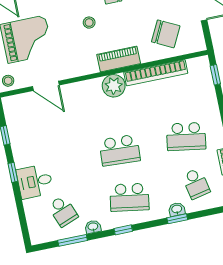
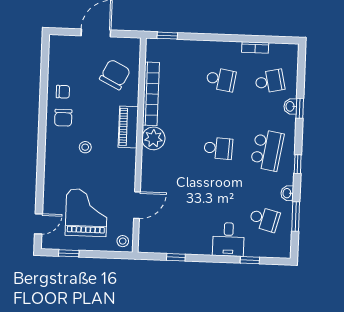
school desk: (186, 136) -> (221, 79), width x0.54
school desk: (120, 150) -> (218, 148), width x0.54
window: (13, 172) -> (250, 260), moved
school desk: (63, 211) -> (264, 219), turned 36

